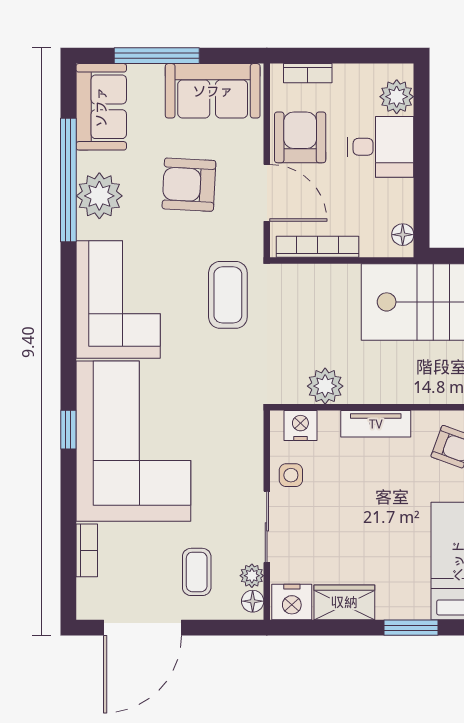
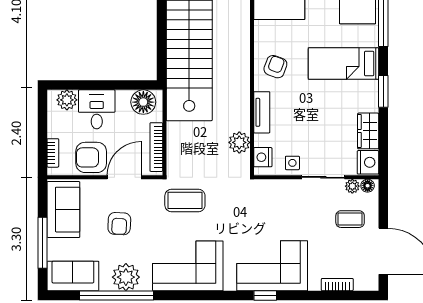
armchair: (189, 185) -> (119, 224), width x0.72, depth x0.72
floor lamp: (403, 235) -> (143, 102), width x1.89, depth x1.89
corner sofa: (133, 441) -> (272, 266), width x0.73, depth x0.74

